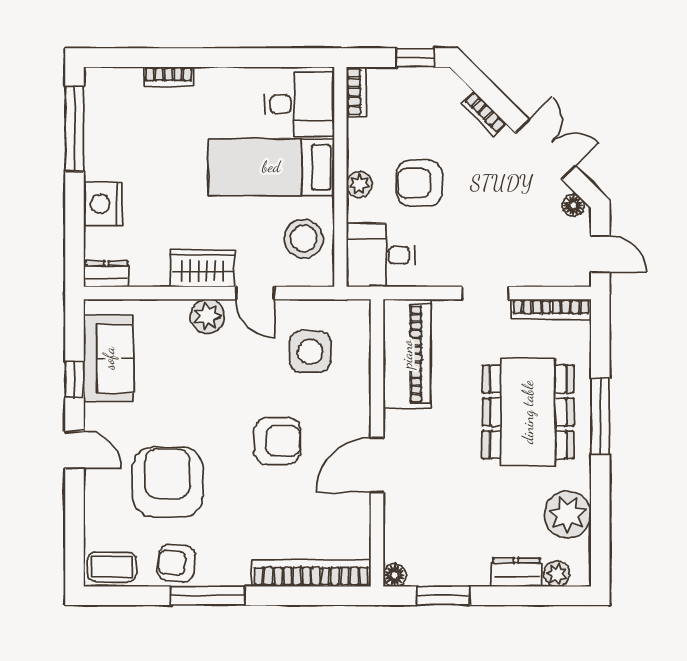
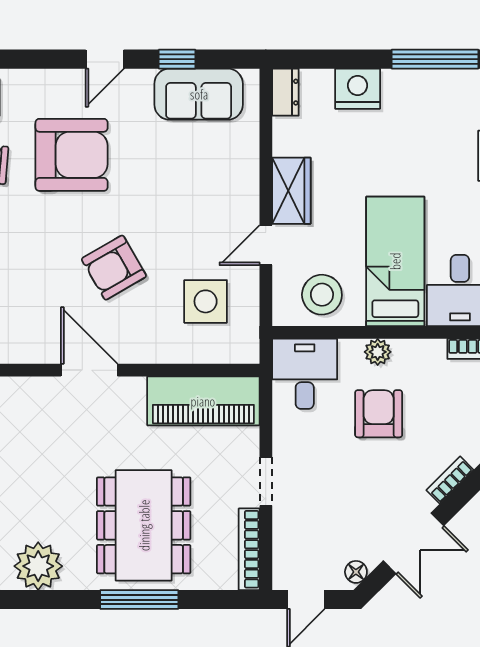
plant: (207, 316) -> (242, 196), removed
dining table: (528, 412) -> (144, 525), turned 90
armchair: (277, 441) -> (114, 268), turned 60

